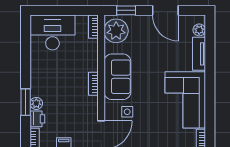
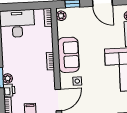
plant: (116, 31) -> (61, 16), width x0.53, depth x0.53

